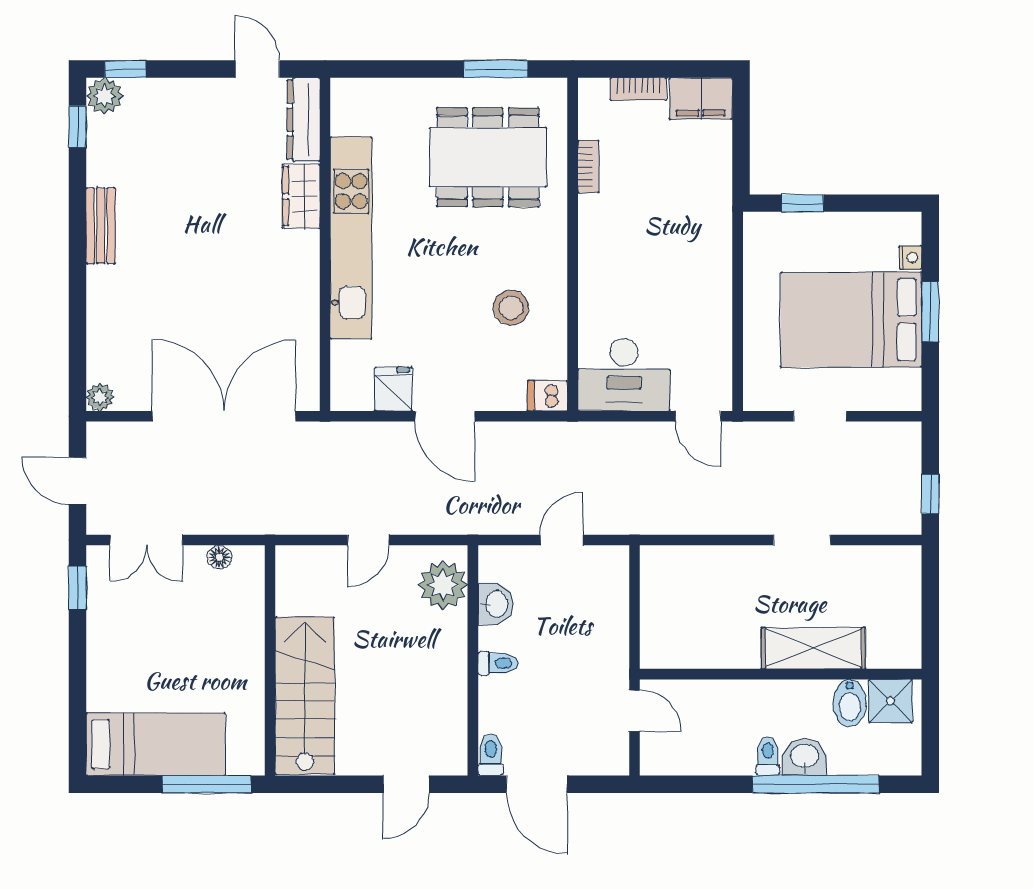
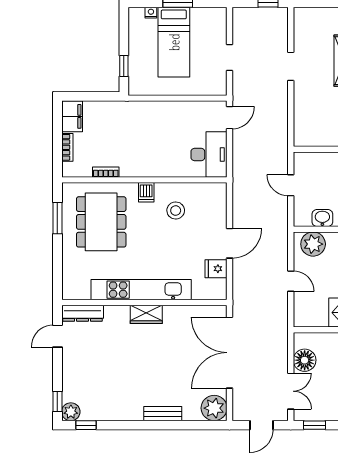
wardrobe: (301, 196) -> (146, 314), moved
bench: (101, 226) -> (163, 414), moved
bed: (851, 320) -> (174, 42), width x0.67
dishwasher: (548, 396) -> (146, 192), moved
plant: (100, 397) -> (214, 408), width x1.87, depth x1.87
floor lamp: (219, 557) -> (305, 360), width x1.89, depth x1.89

